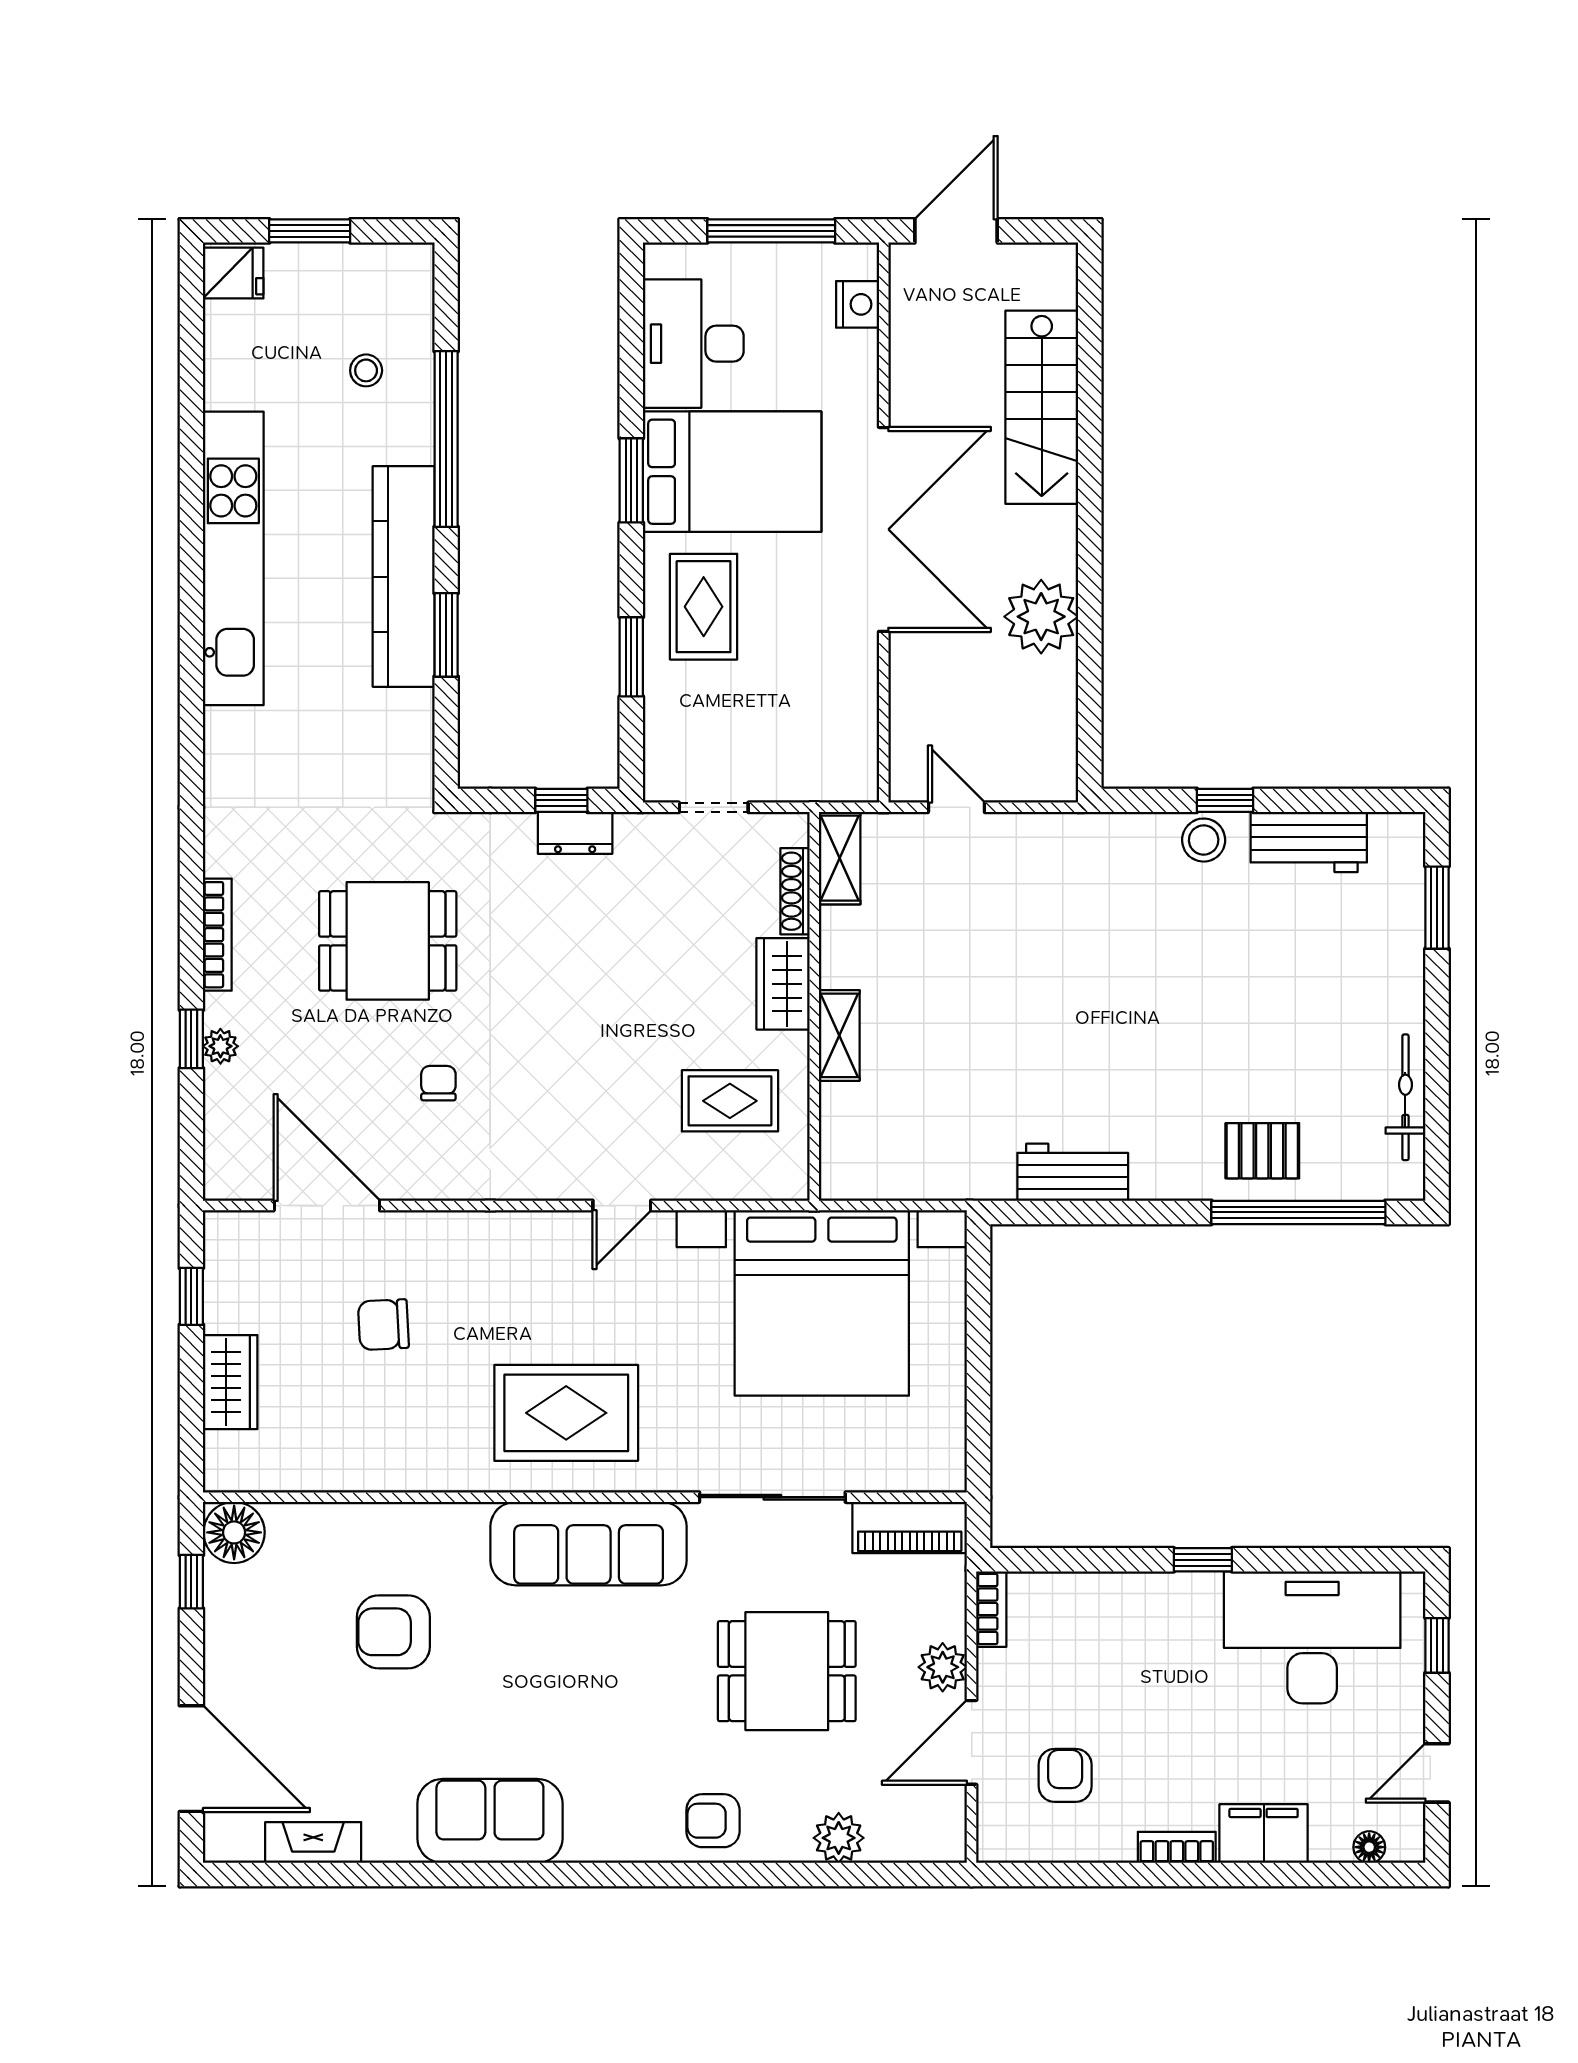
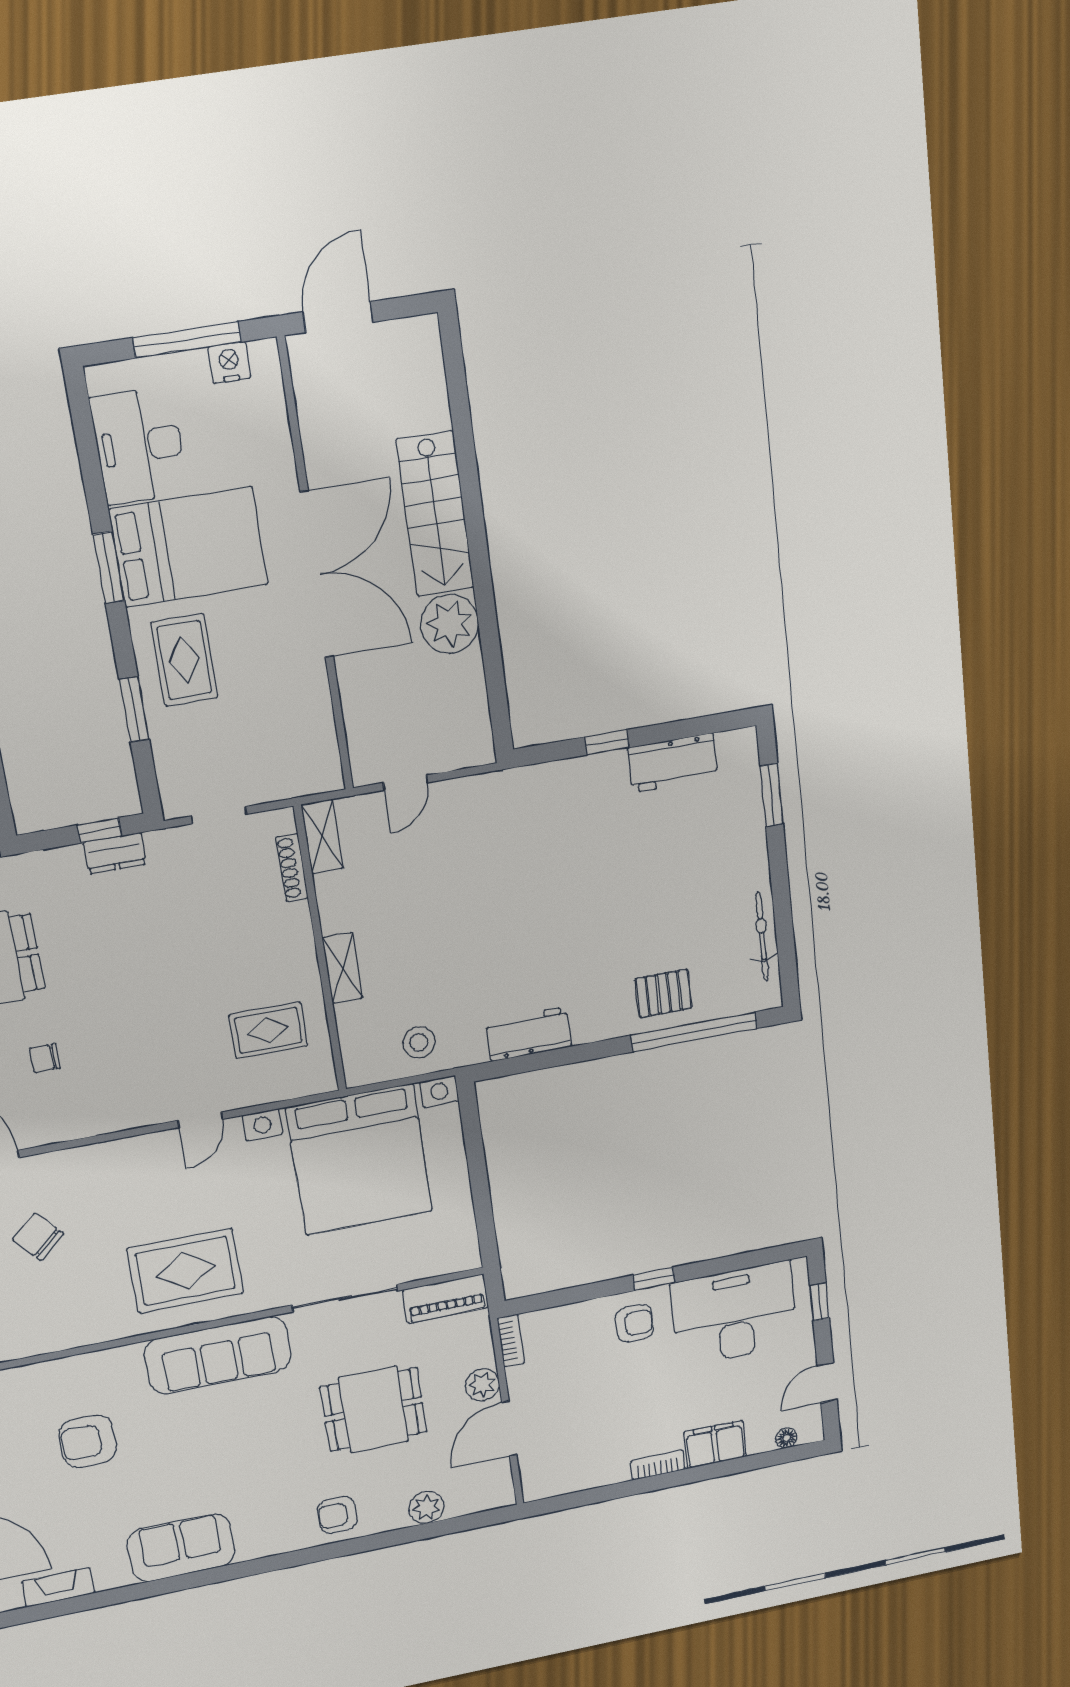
nightstand: (858, 304) -> (229, 362), moved, turned -90
stairs: (1042, 407) -> (435, 514), moved
door: (956, 807) -> (405, 783), swing flipped
stool: (1204, 840) -> (419, 1042), moved
wardrobe: (783, 984) -> (294, 938), removed
chair: (438, 1083) -> (45, 1058), turned -90
chair: (383, 1325) -> (38, 1237), turned 52
armchair: (1065, 1775) -> (634, 1323), moved, turned 90

